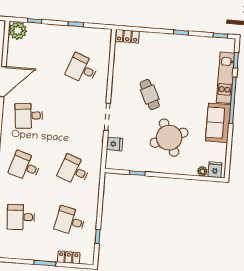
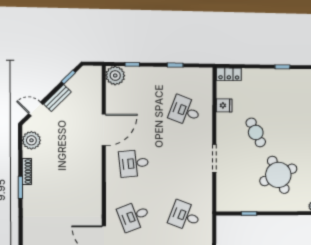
fridge: (114, 144) -> (224, 105), moved
desk: (25, 166) -> (134, 216), turned -39

